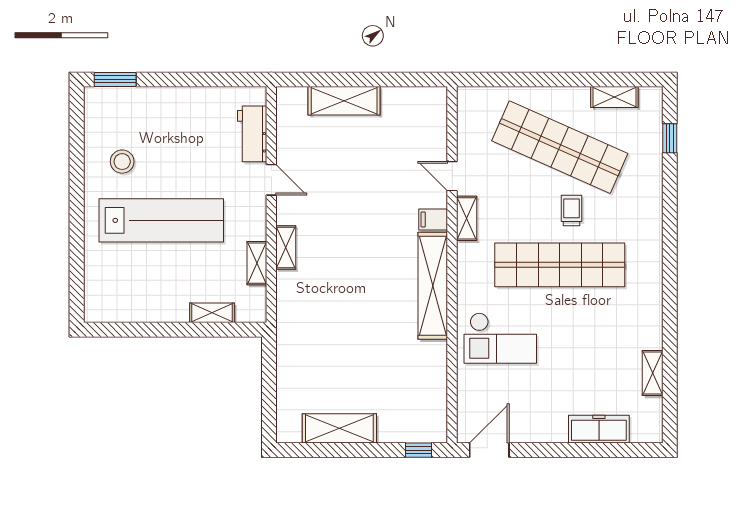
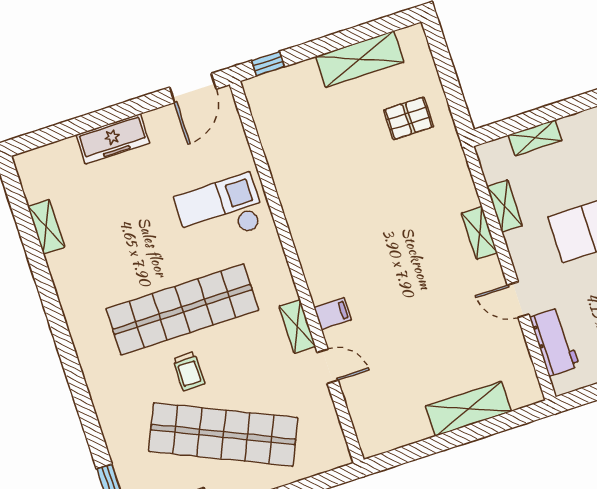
shelving: (433, 286) -> (310, 243), removed
pallet: (314, 365) -> (409, 118), added
freezer: (599, 429) -> (113, 139), moved

